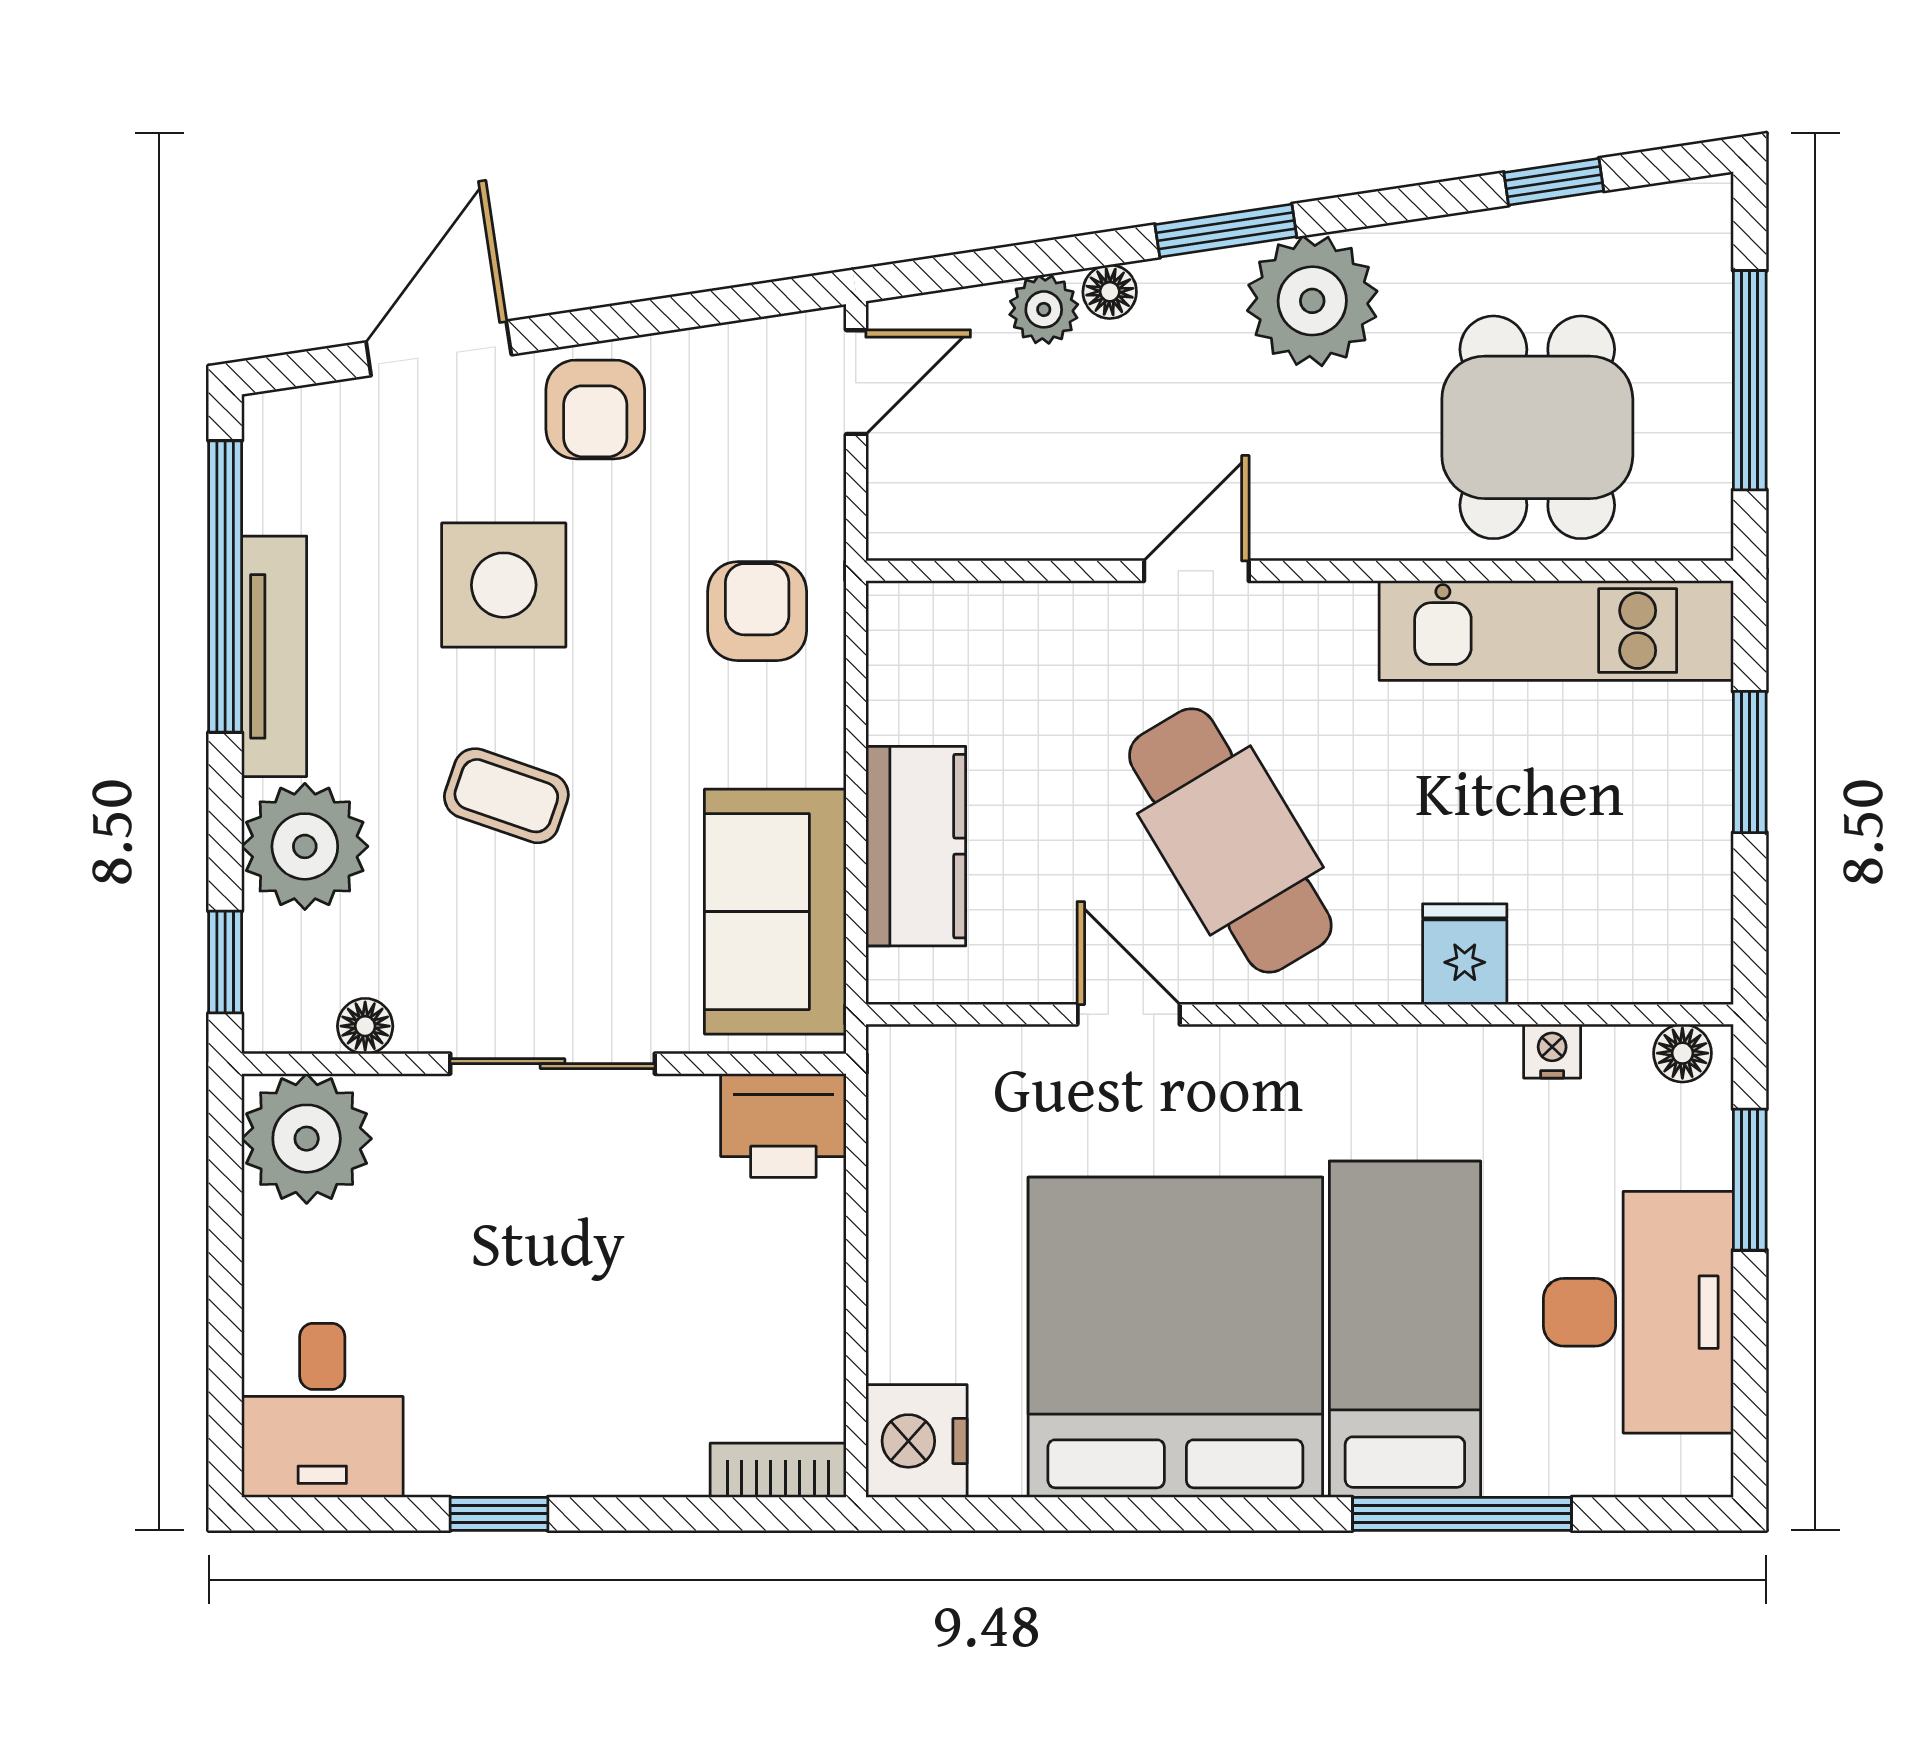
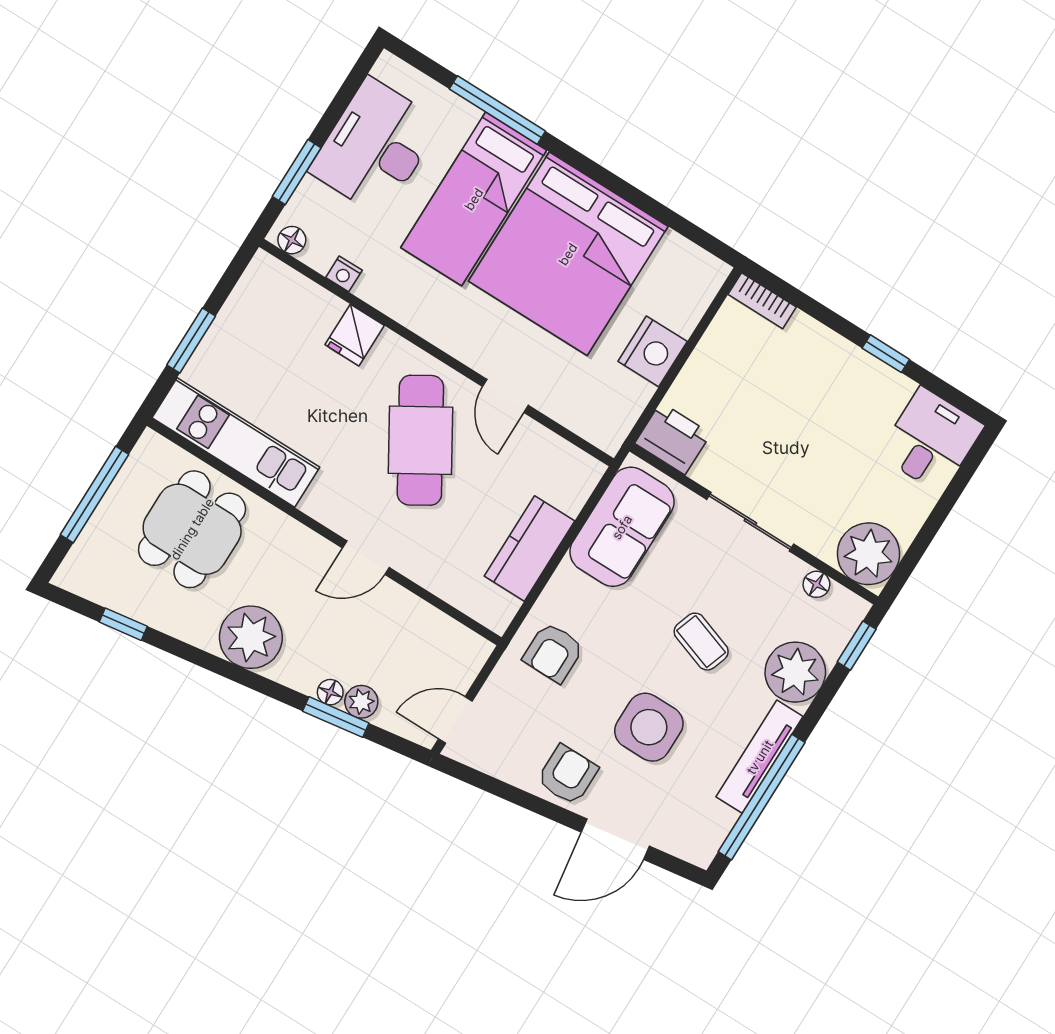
window: (1226, 231) -> (336, 717), moved
kitchen counter: (916, 846) -> (529, 548), moved
nightstand: (916, 1441) -> (653, 351), moved

